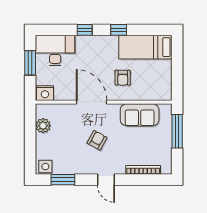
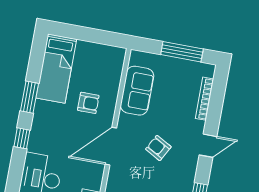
window: (119, 30) -> (29, 97), width x1.50
window: (177, 131) -> (182, 52), moved

